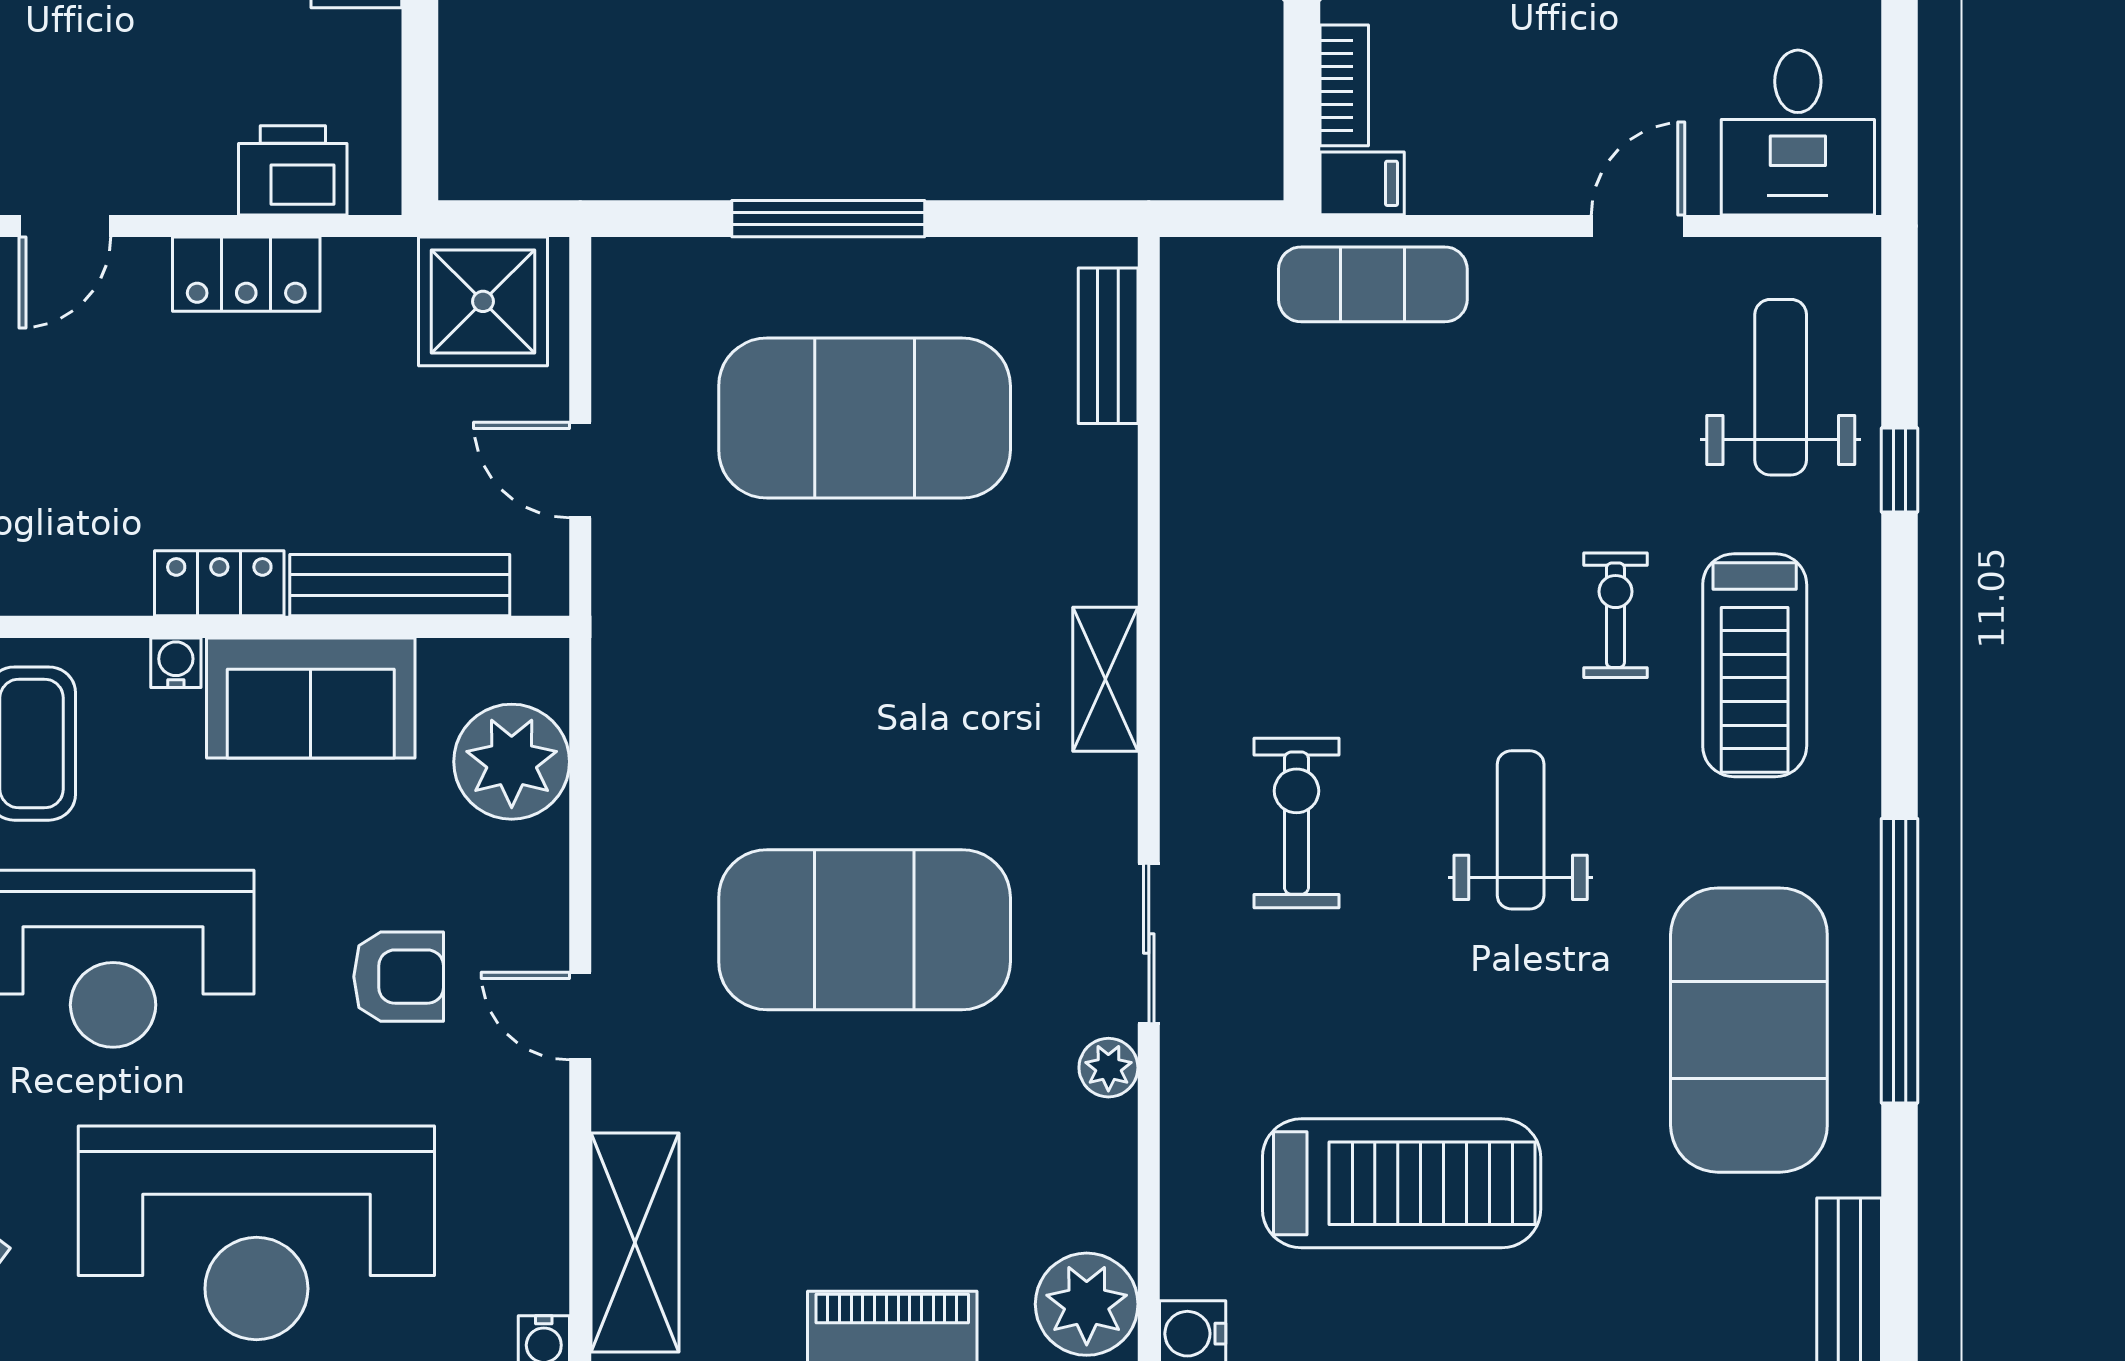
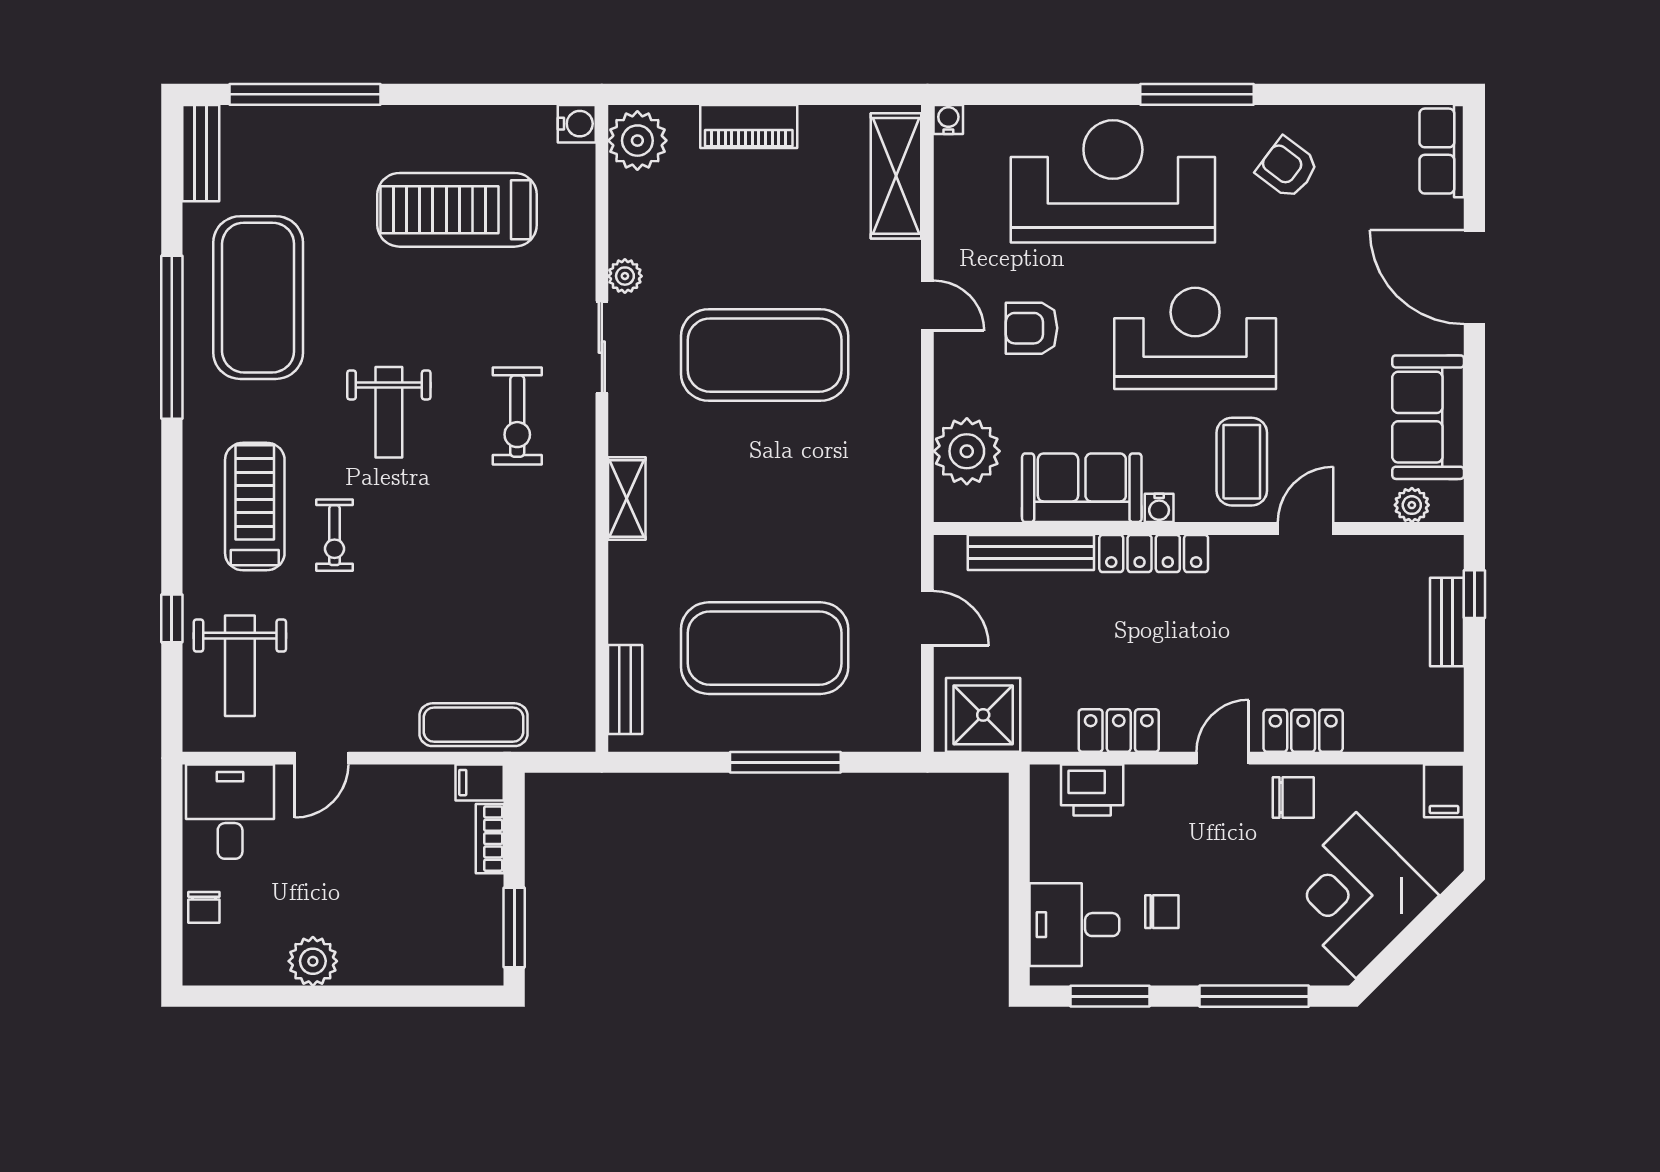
locker: (219, 583) -> (1154, 553), width x1.53

